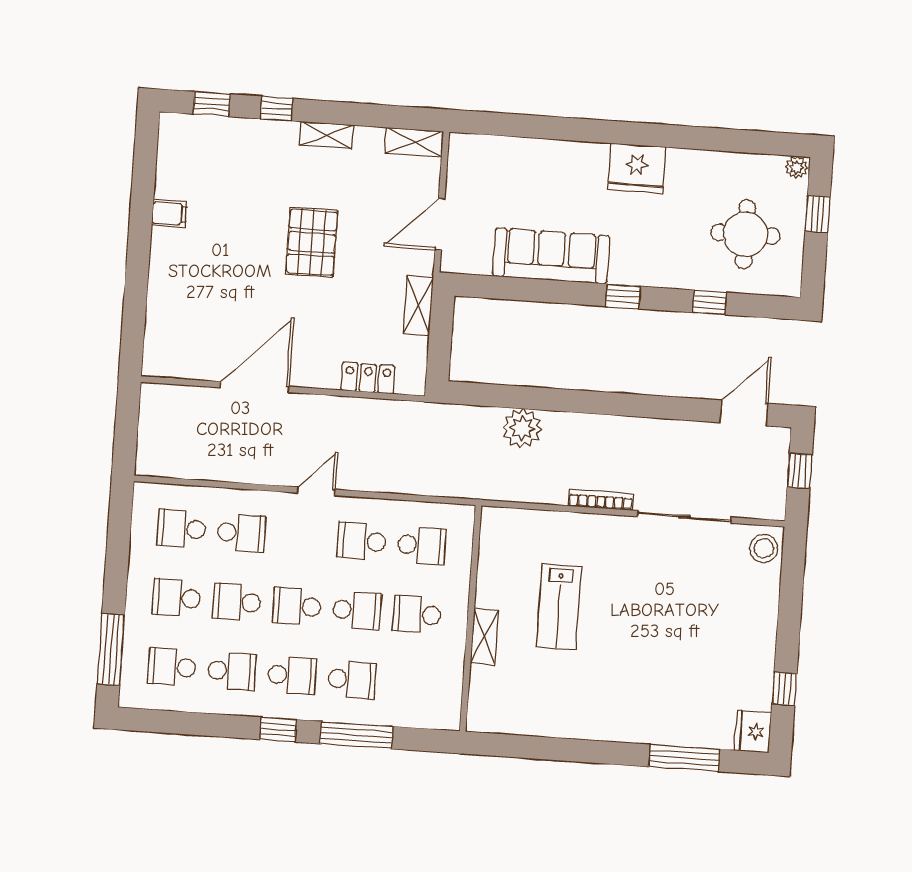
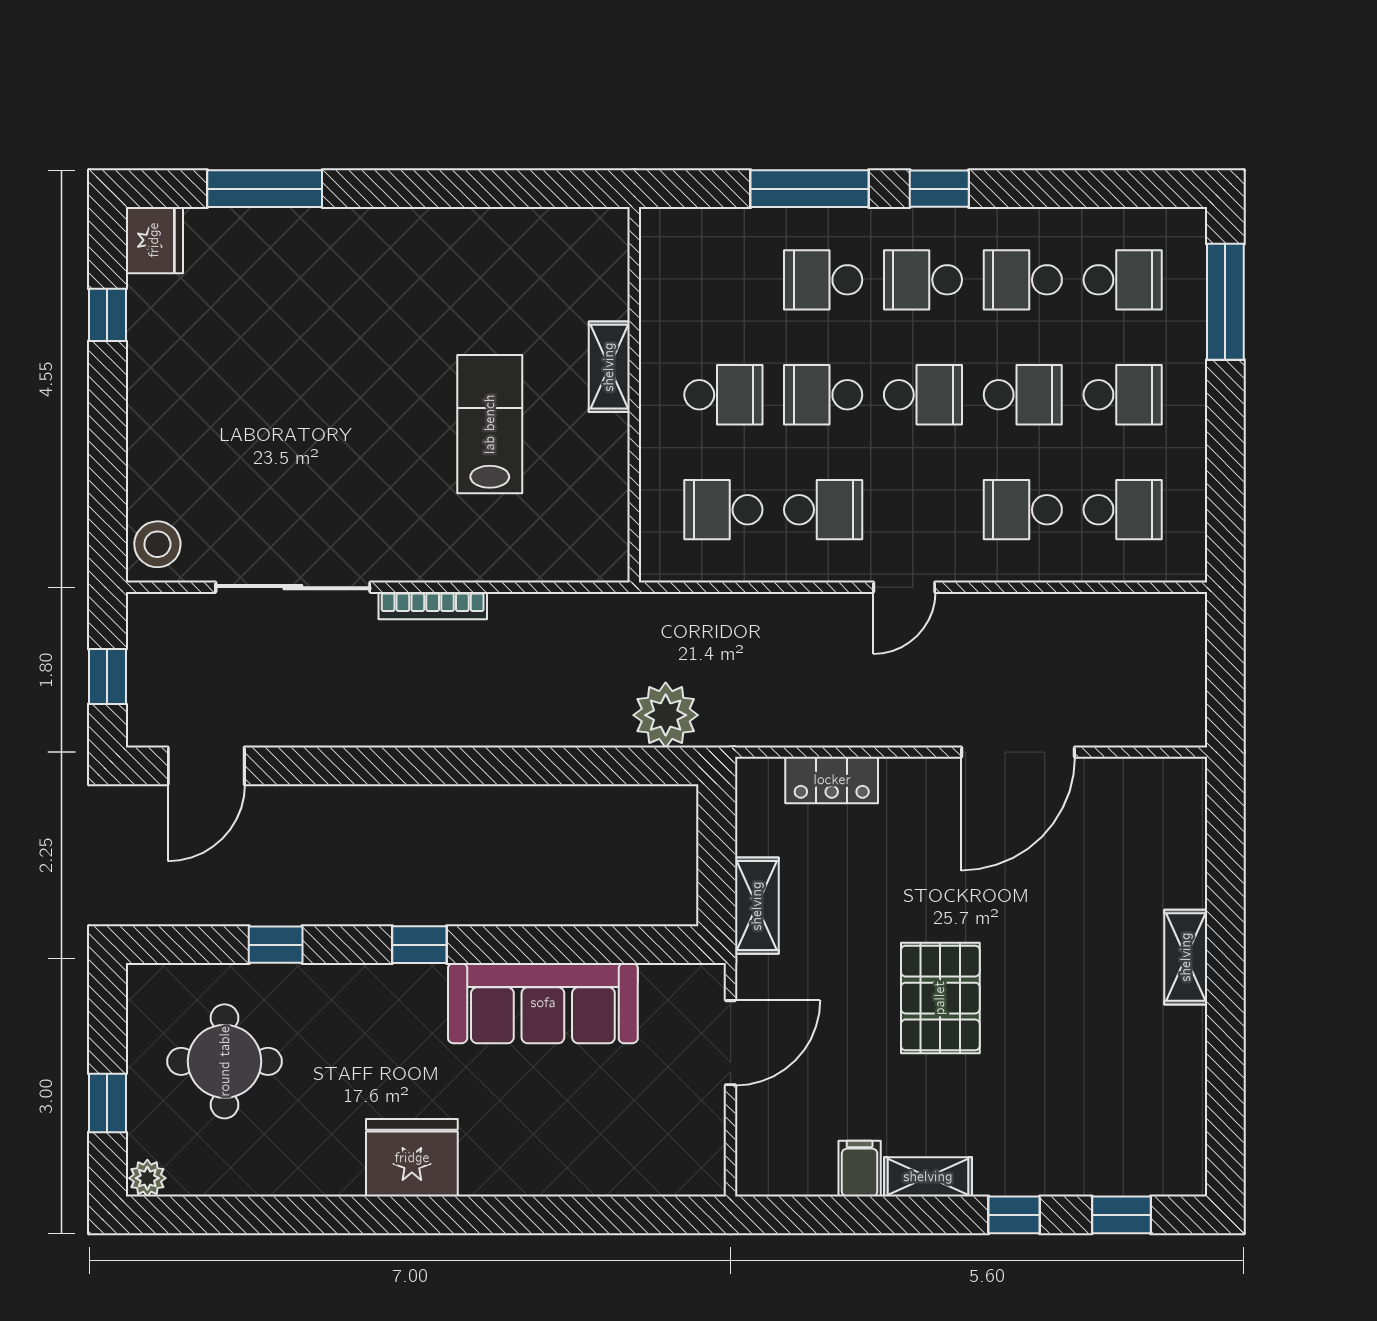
shelving: (414, 142) -> (1186, 957), moved, turned 90
filing cabinet: (169, 213) -> (860, 1169), moved, turned 90
plant: (522, 428) -> (666, 715), moved

